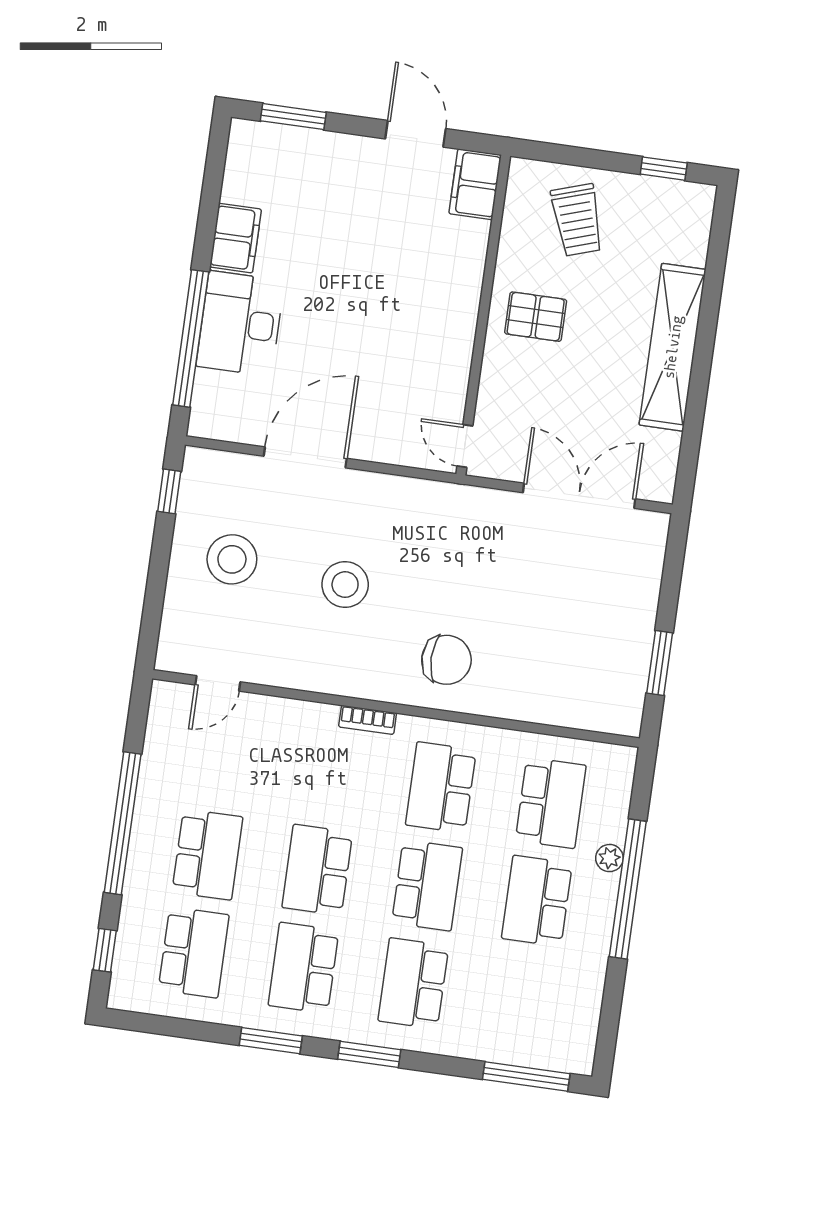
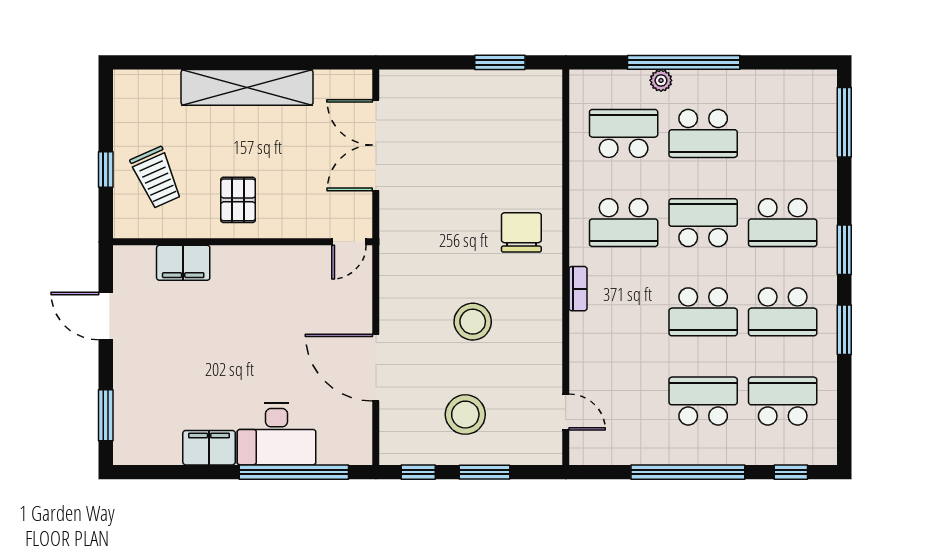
door: (415, 134) -> (106, 316), hinge flipped
window: (664, 169) -> (106, 169), moved
filing cabinet: (475, 184) -> (183, 263), moved
trolley: (577, 220) -> (156, 178), turned 84
window: (158, 573) -> (485, 472), added

